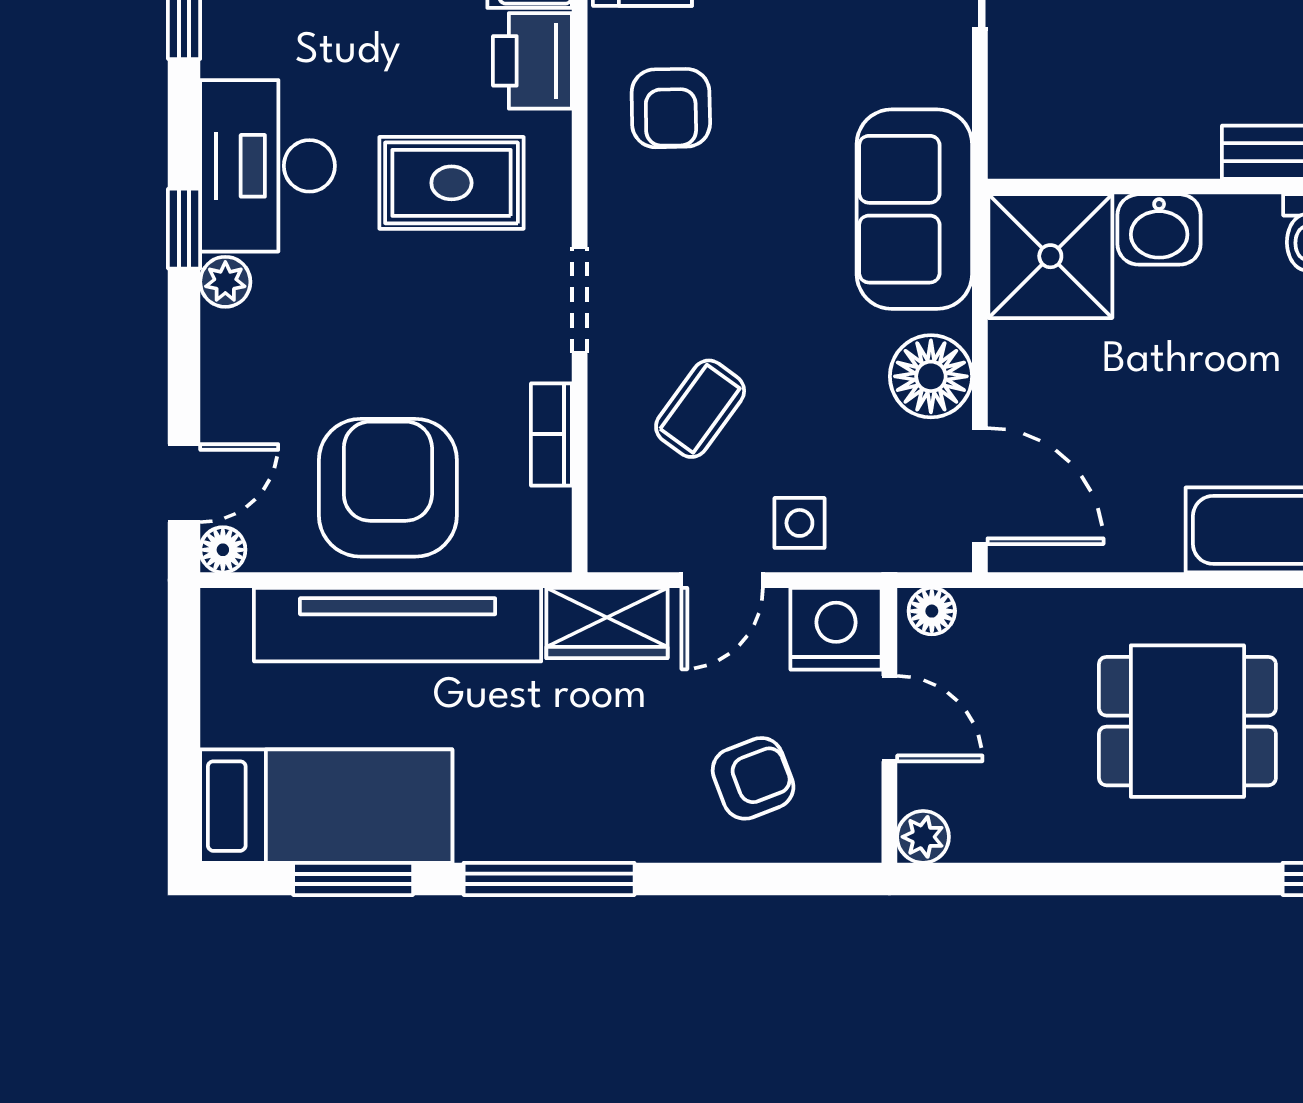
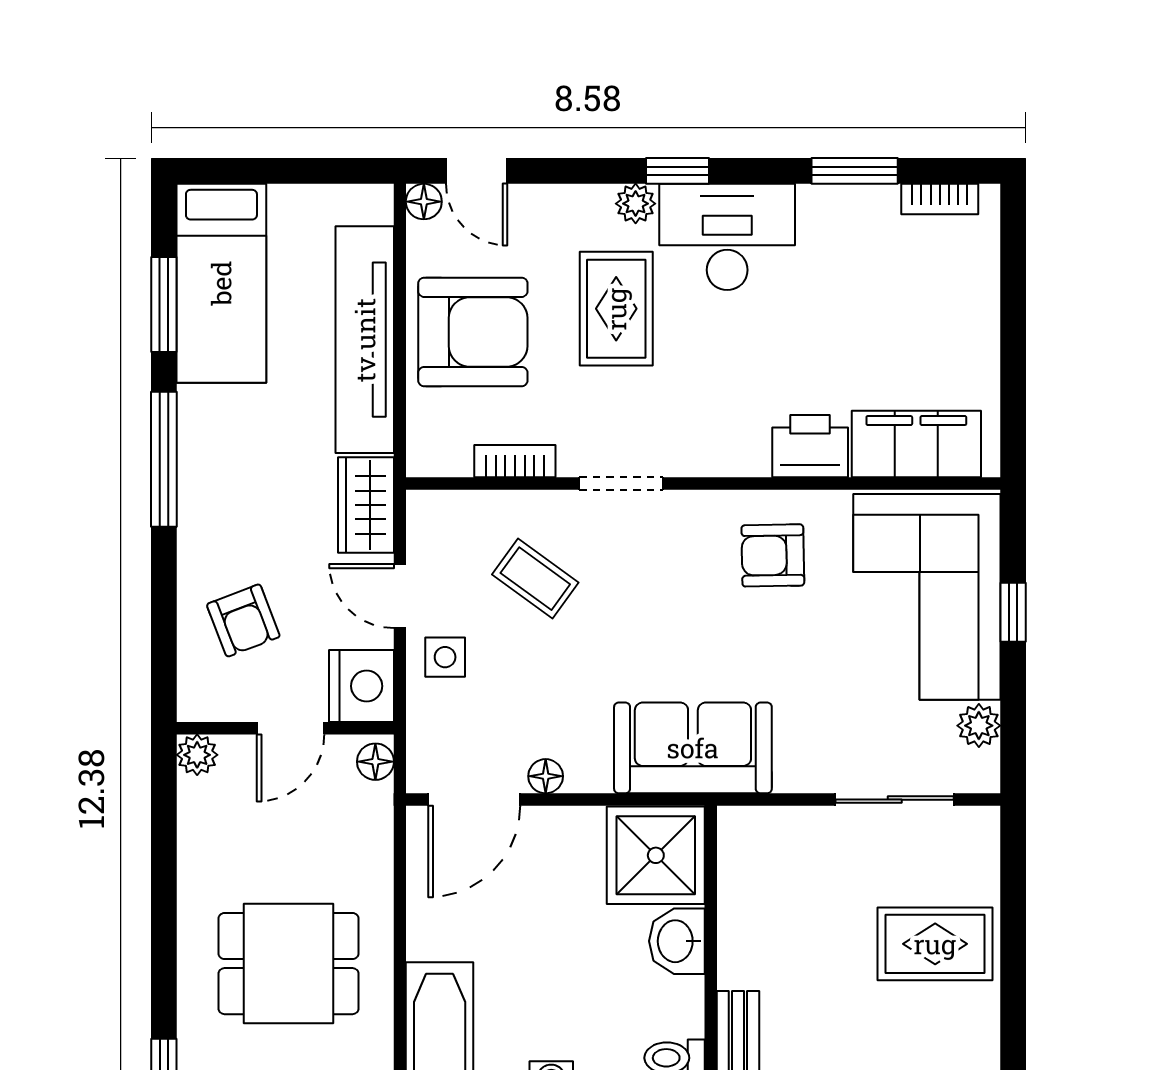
rug: (451, 183) -> (616, 309), moved
floor lamp: (931, 376) -> (546, 776), width x0.53, depth x0.53
dining table: (1187, 721) -> (289, 964), turned 90

